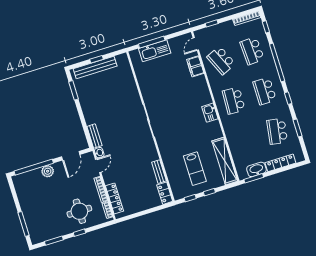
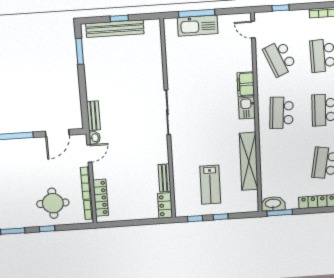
door: (196, 44) -> (253, 30), hinge flipped
filing cabinet: (195, 66) -> (246, 84), moved
kitchen sink: (210, 113) -> (247, 108), moved
shelving: (225, 161) -> (249, 161), moved
washbasin: (256, 169) -> (273, 204), moved
plant: (48, 171) -> (23, 146), removed

